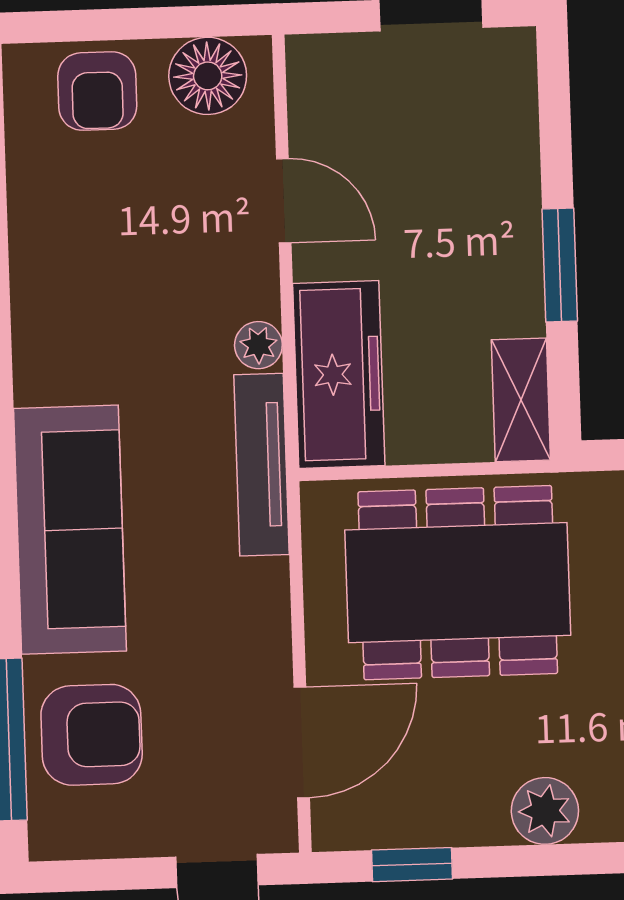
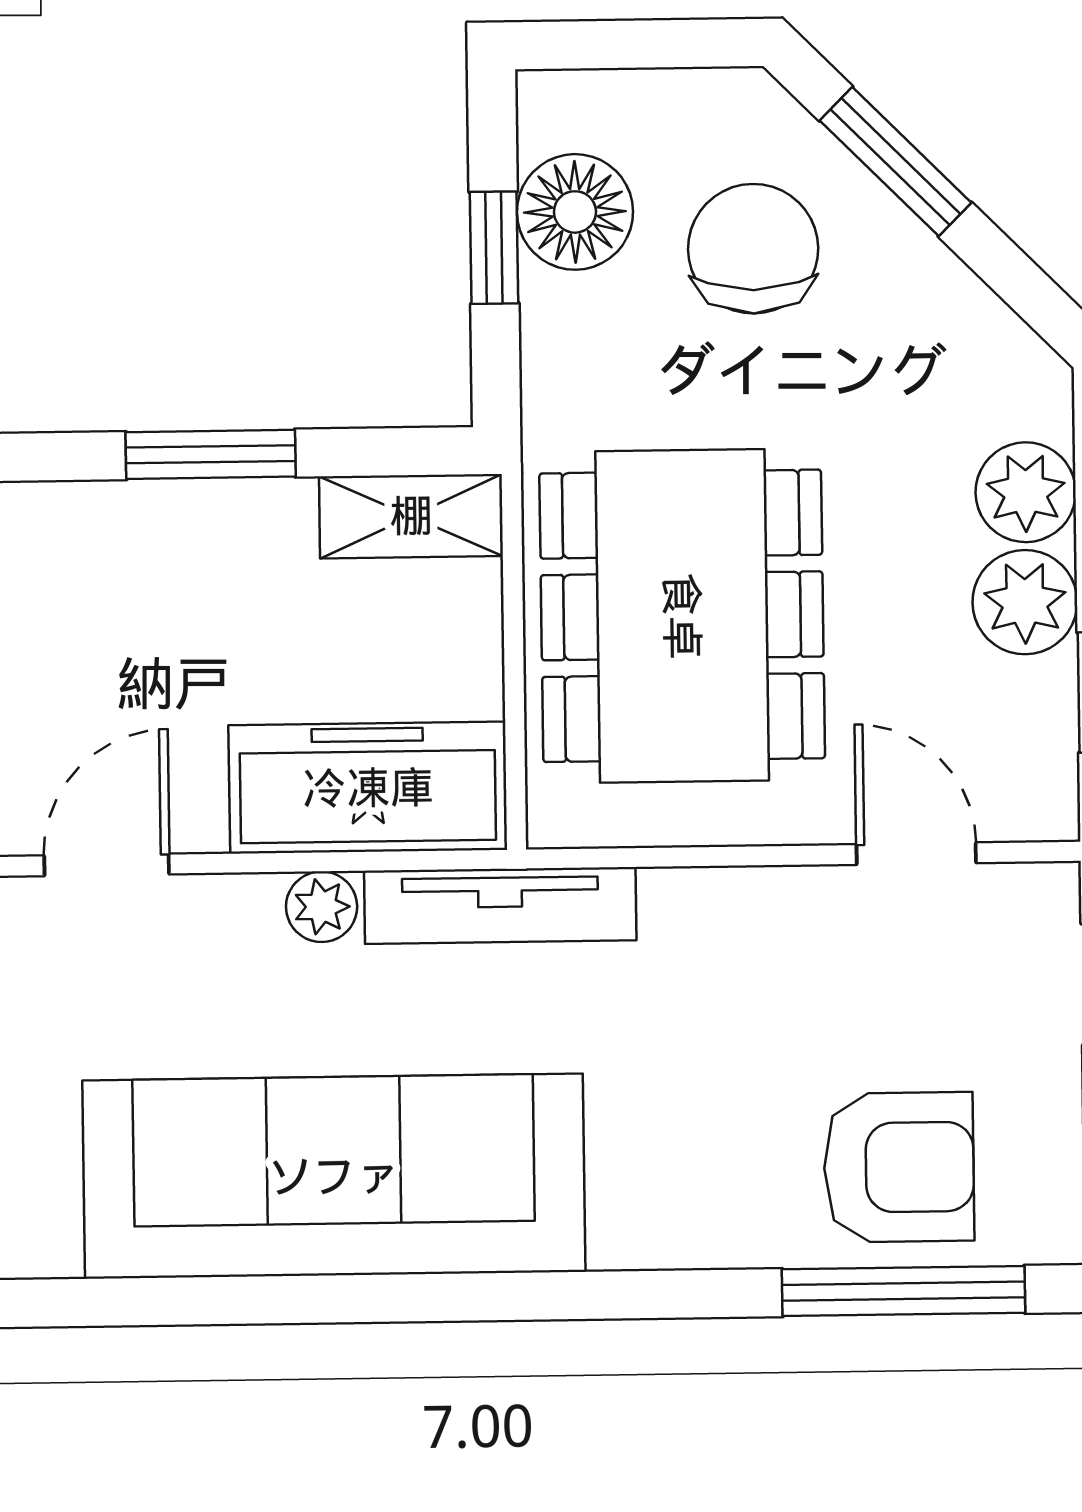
sofa: (70, 530) -> (334, 1176), moved, width x1.36, depth x1.27
armchair: (92, 735) -> (899, 1167), turned 90
door: (302, 742) -> (916, 854), width x0.73
plant: (471, 812) -> (1025, 602), added

